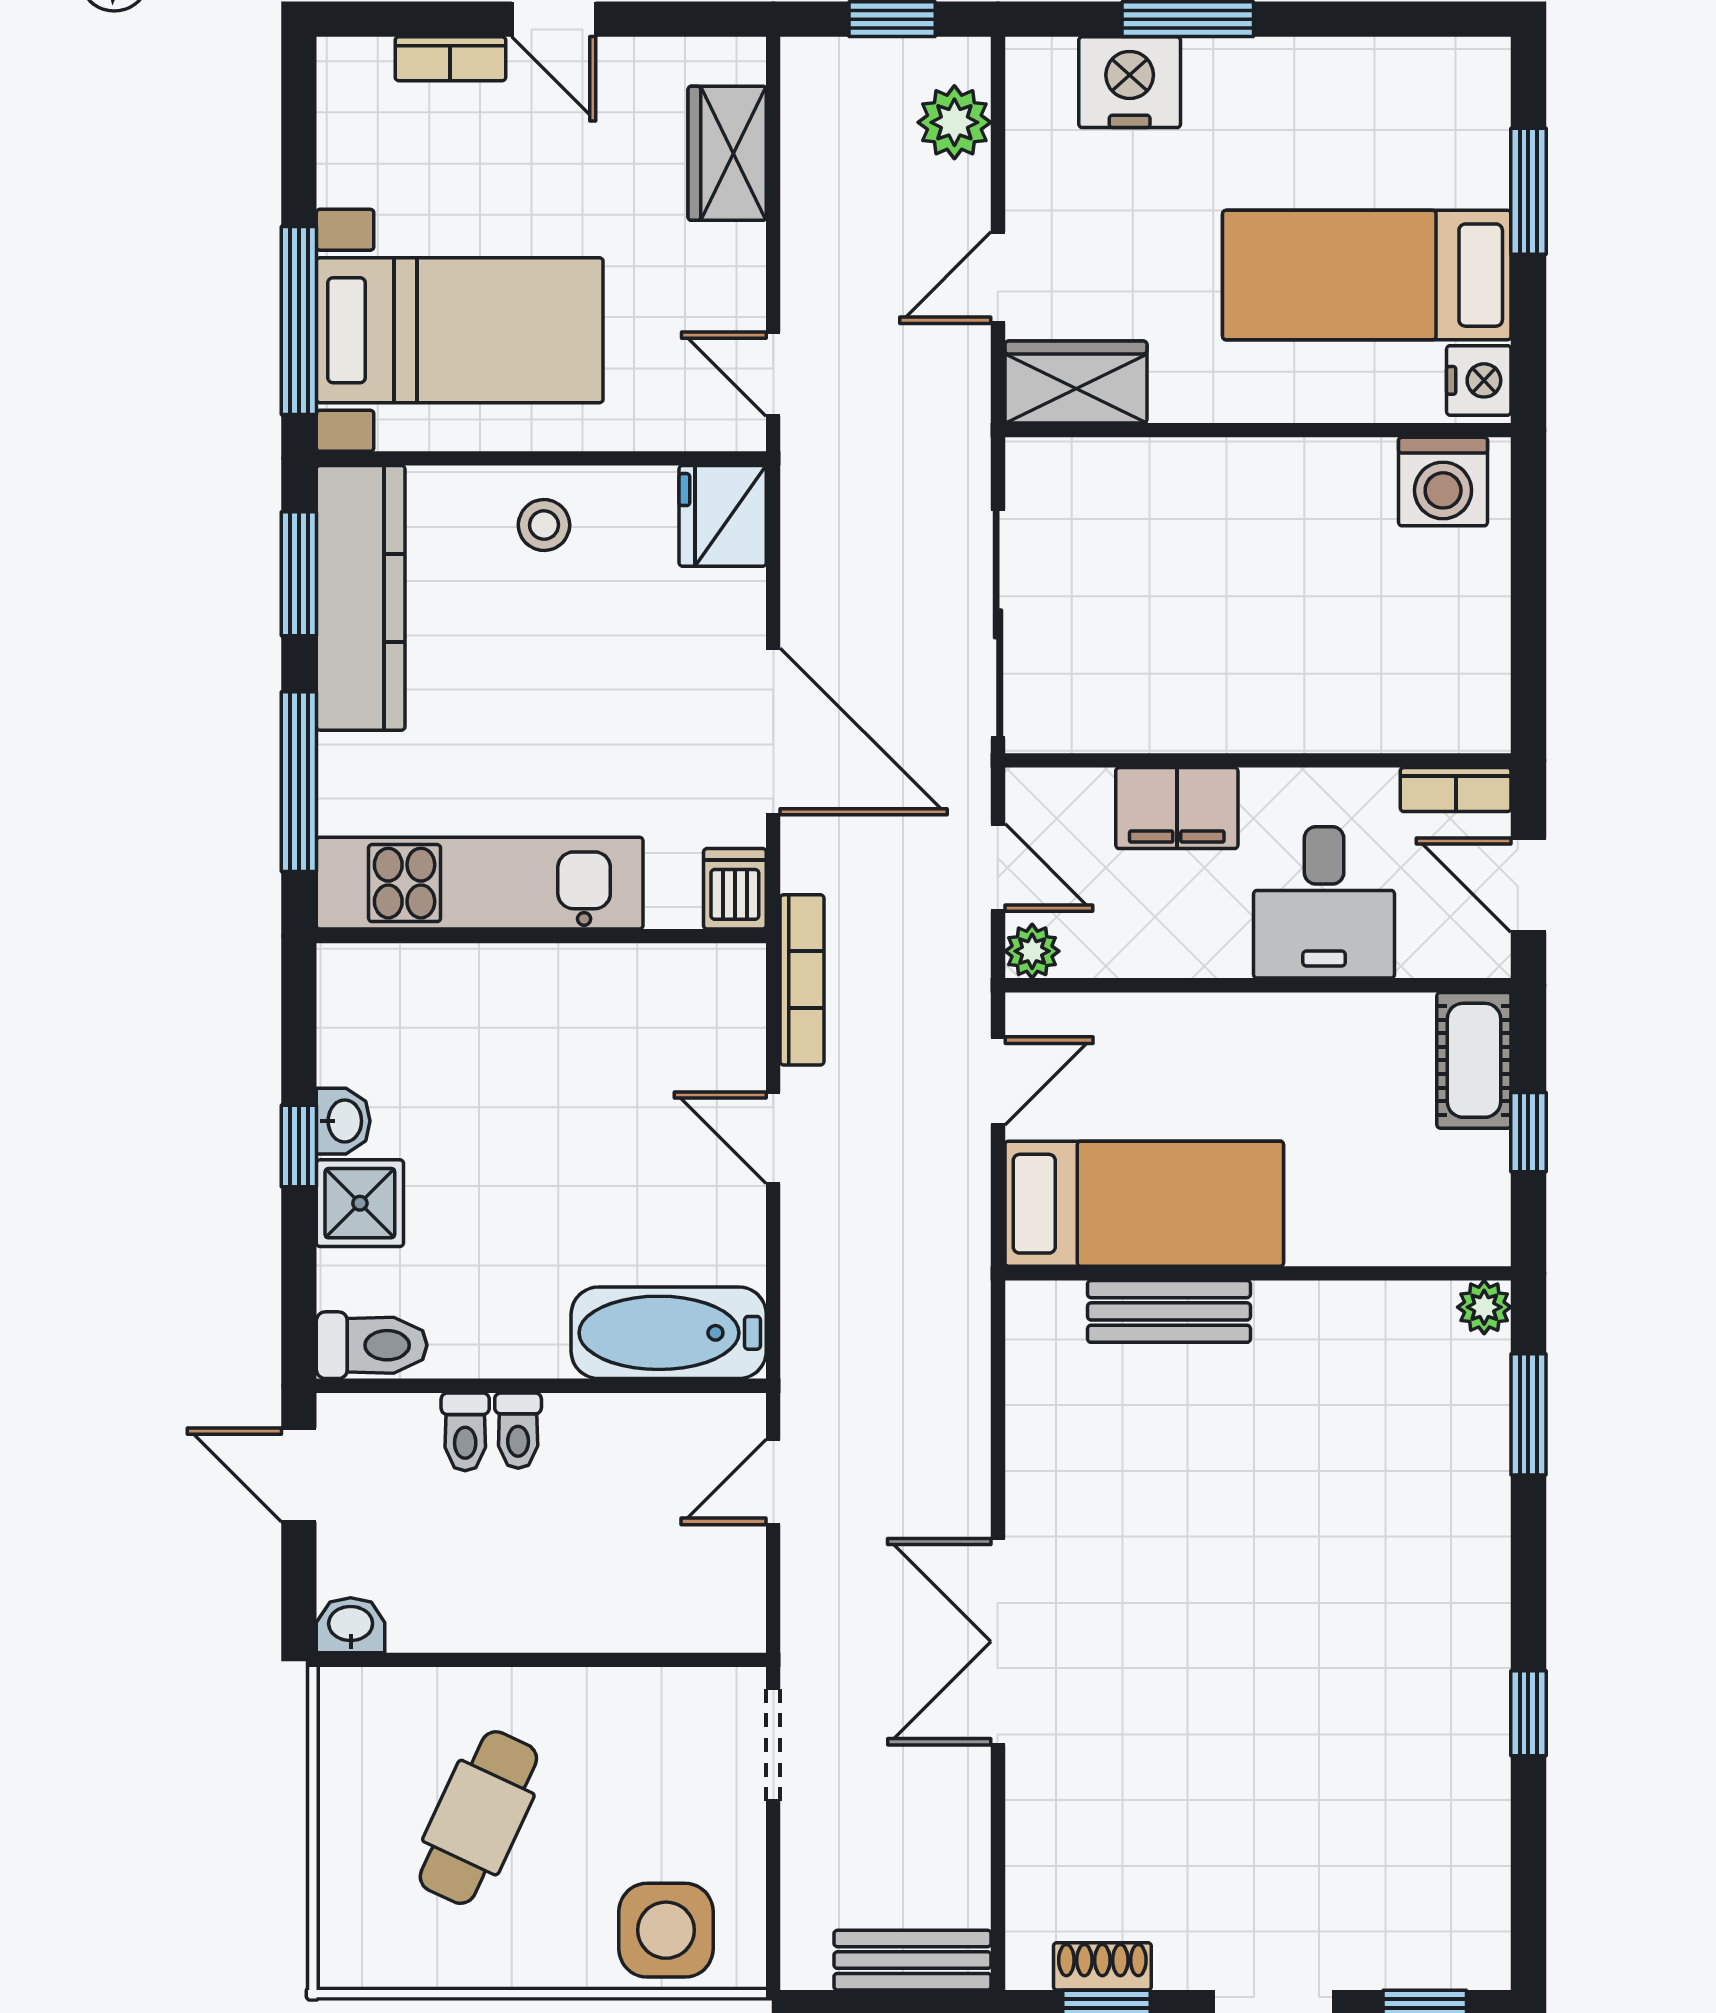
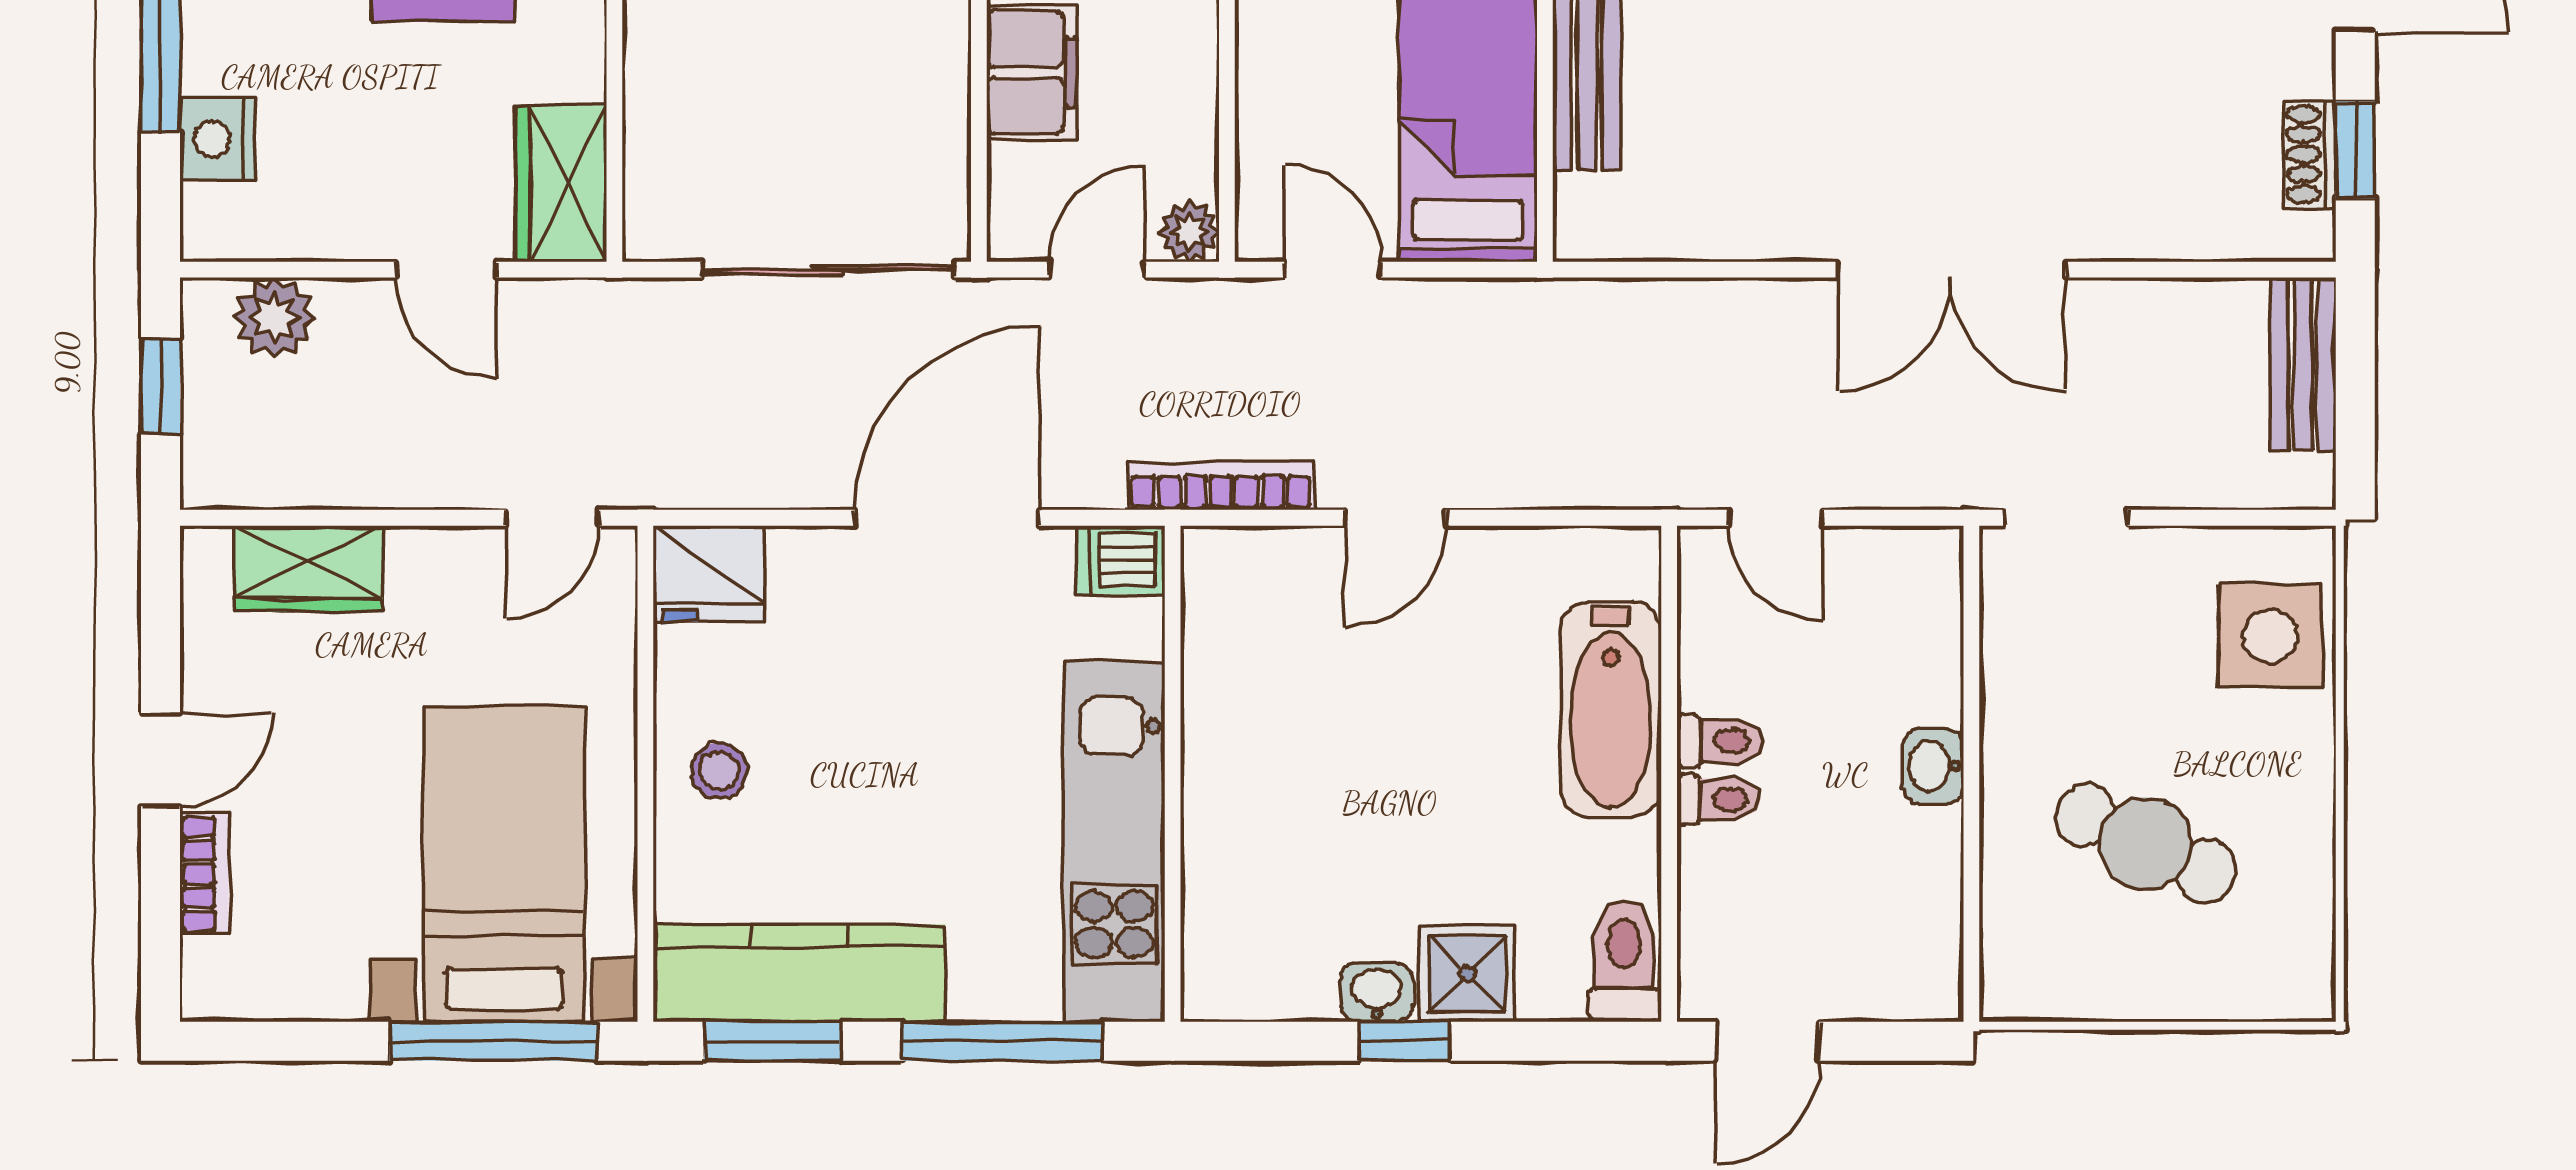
nightstand: (1130, 82) -> (218, 139), width x0.74, depth x0.75
bathtub: (669, 1333) -> (1611, 709), moved
toilet: (465, 1432) -> (1720, 741), moved
washbasin: (351, 1625) -> (1933, 766), moved

